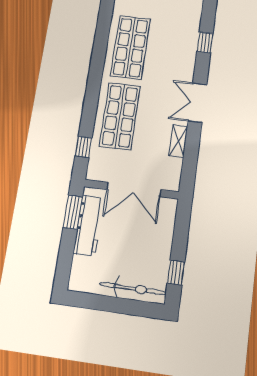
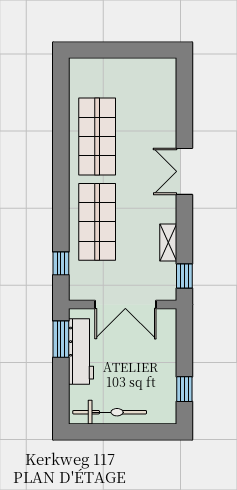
window: (205, 42) -> (184, 276), moved
double door: (197, 103) -> (184, 171), moved
bicycle: (133, 288) -> (110, 412), moved

